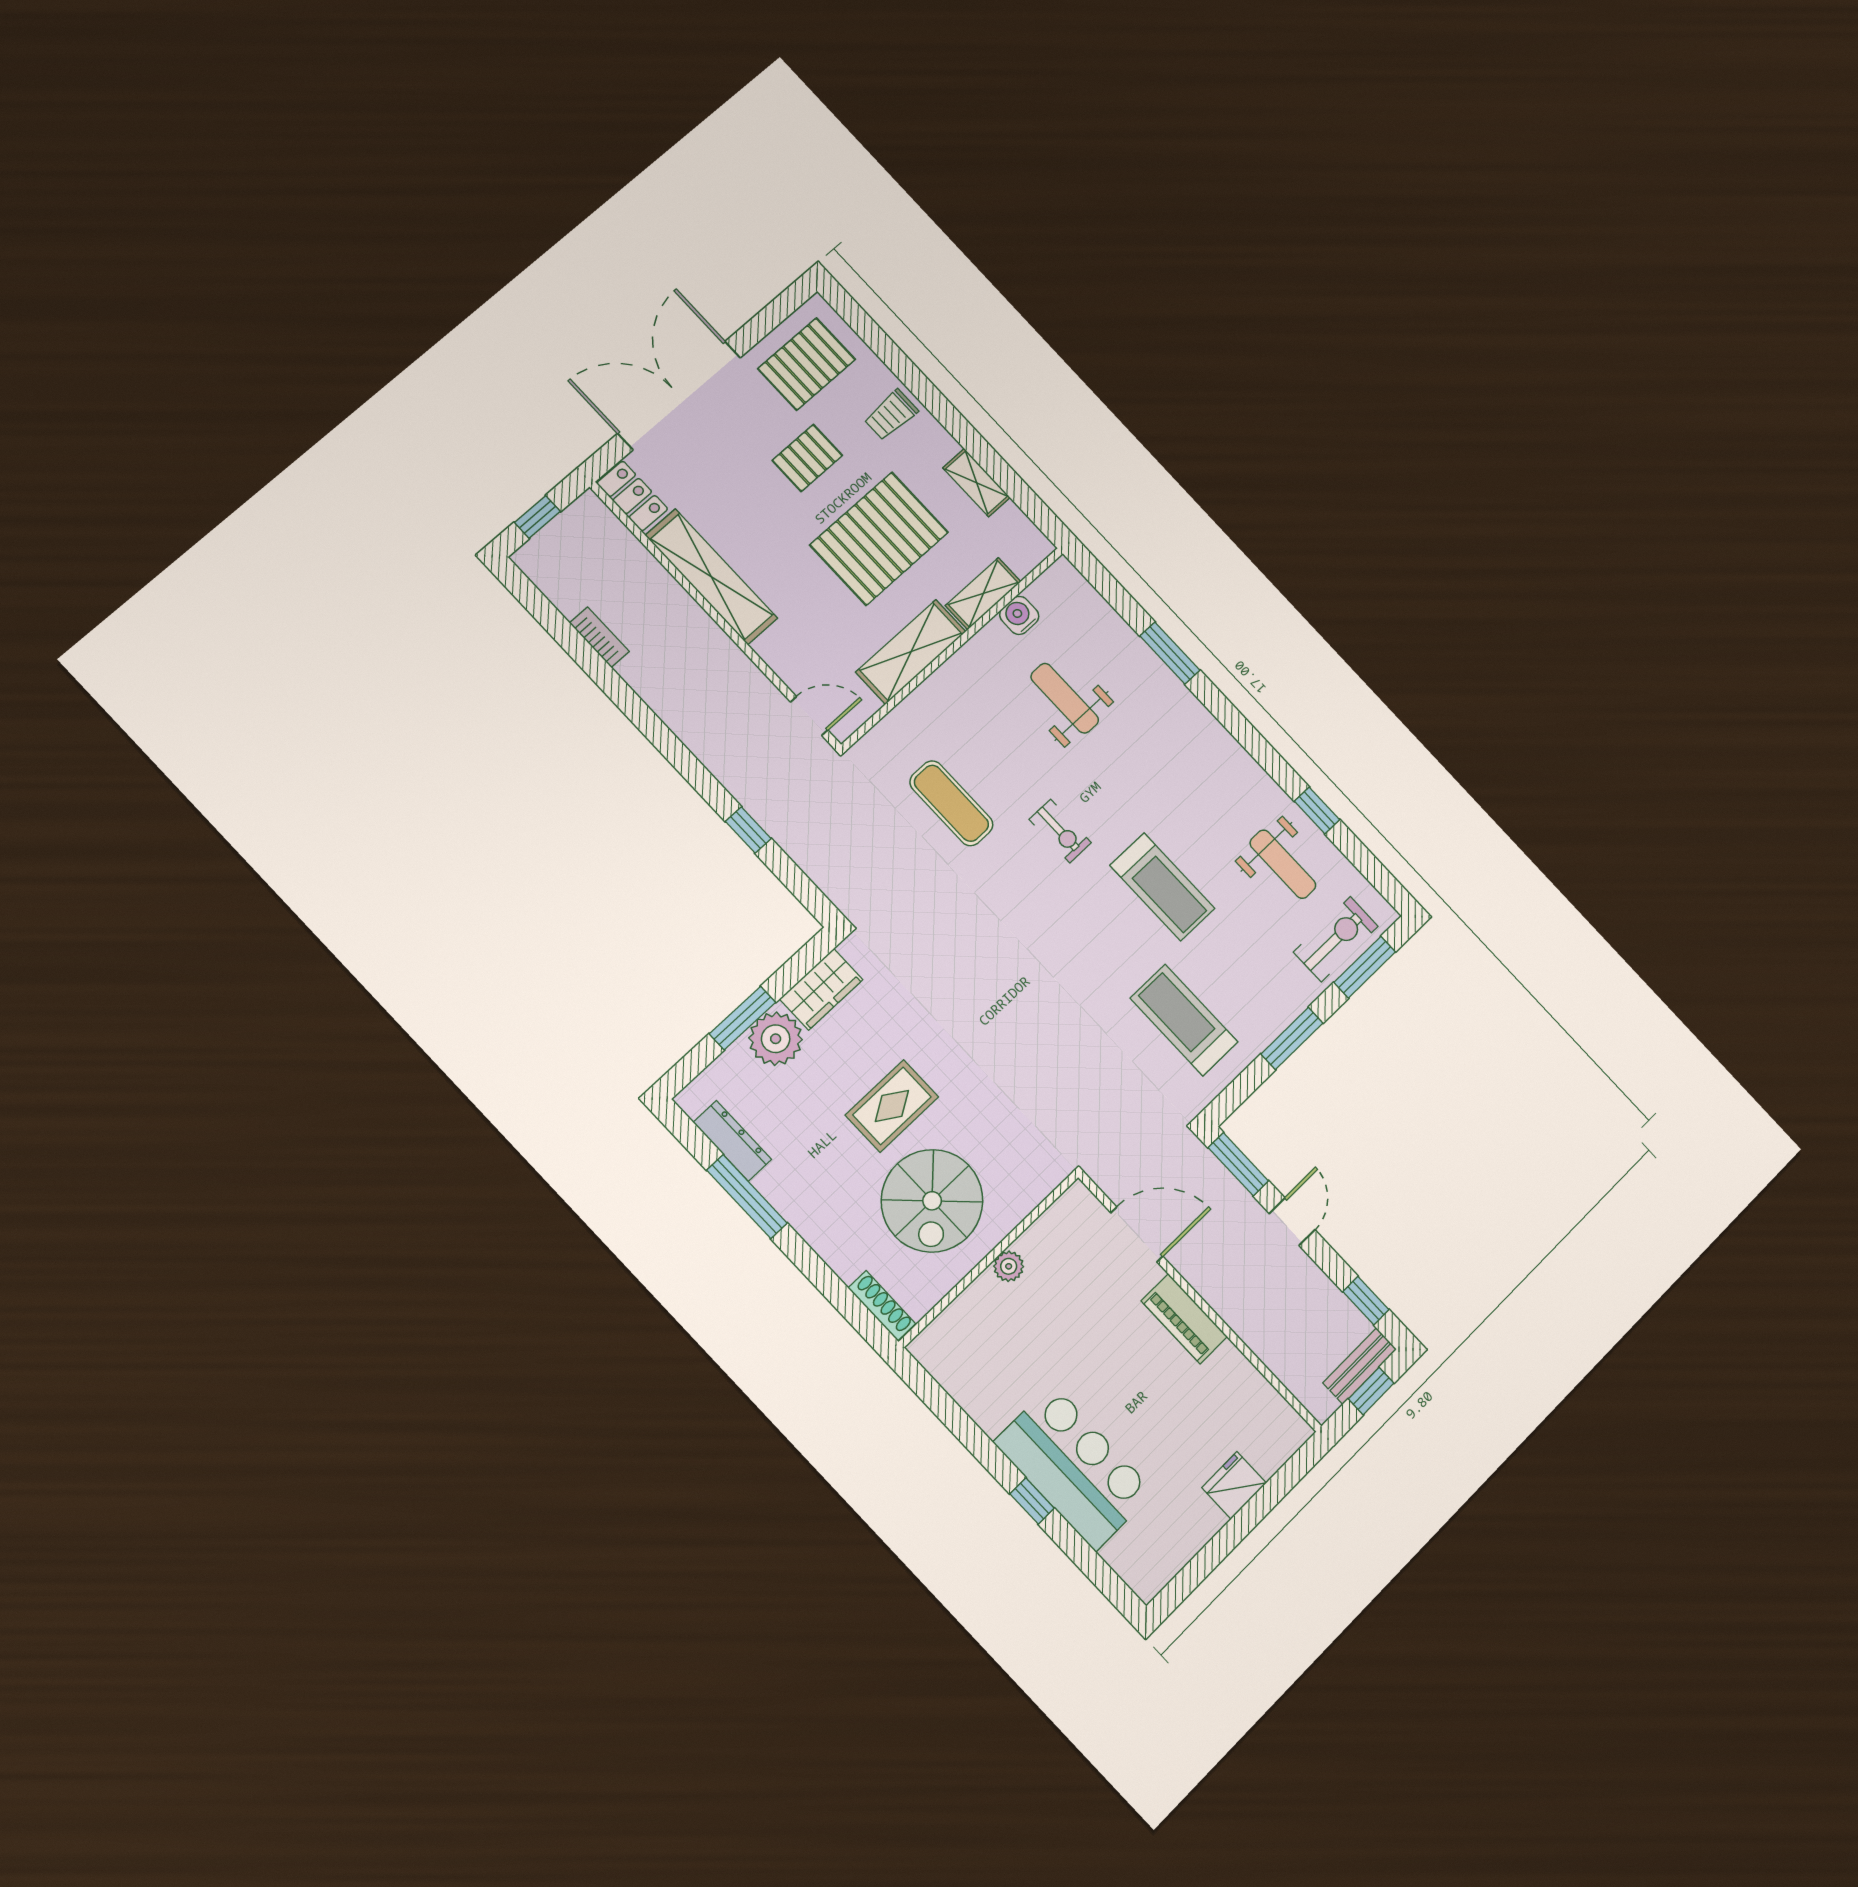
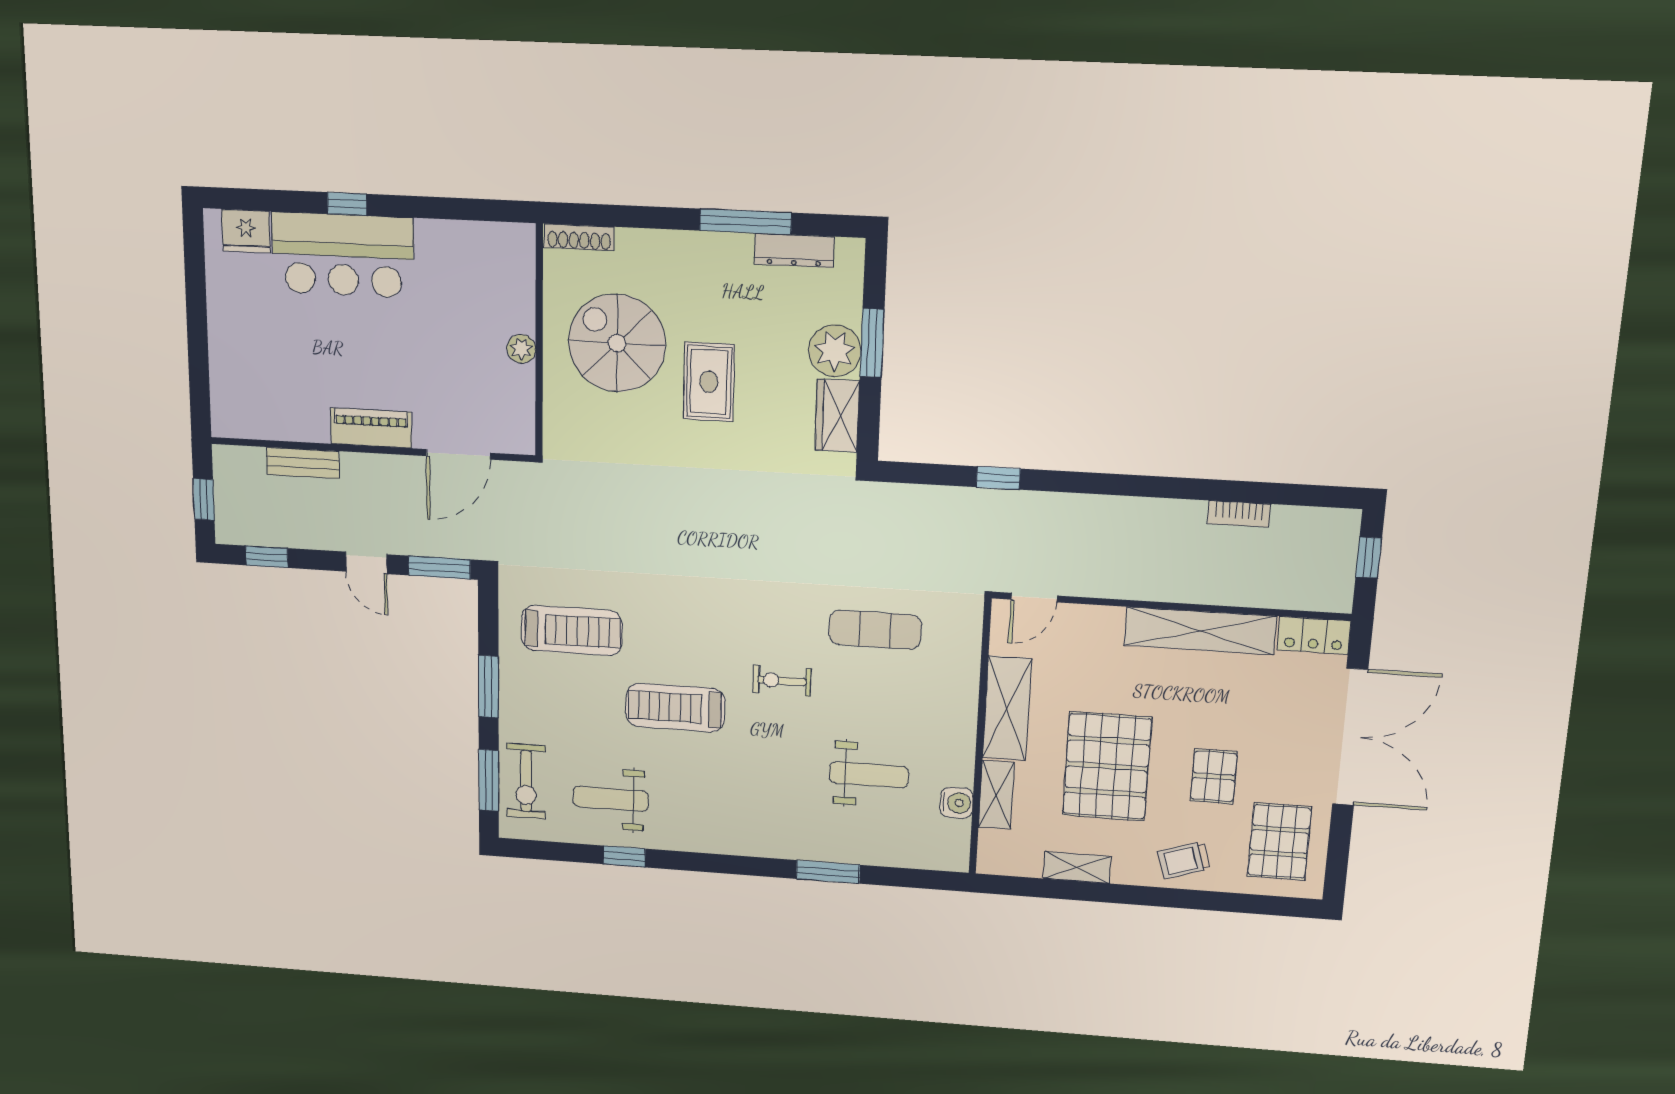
trolley: (891, 415) -> (1184, 860), turned -108
bench: (1360, 1366) -> (303, 463), moved, turned 90
fridge: (1234, 1485) -> (246, 231), moved, turned 90

